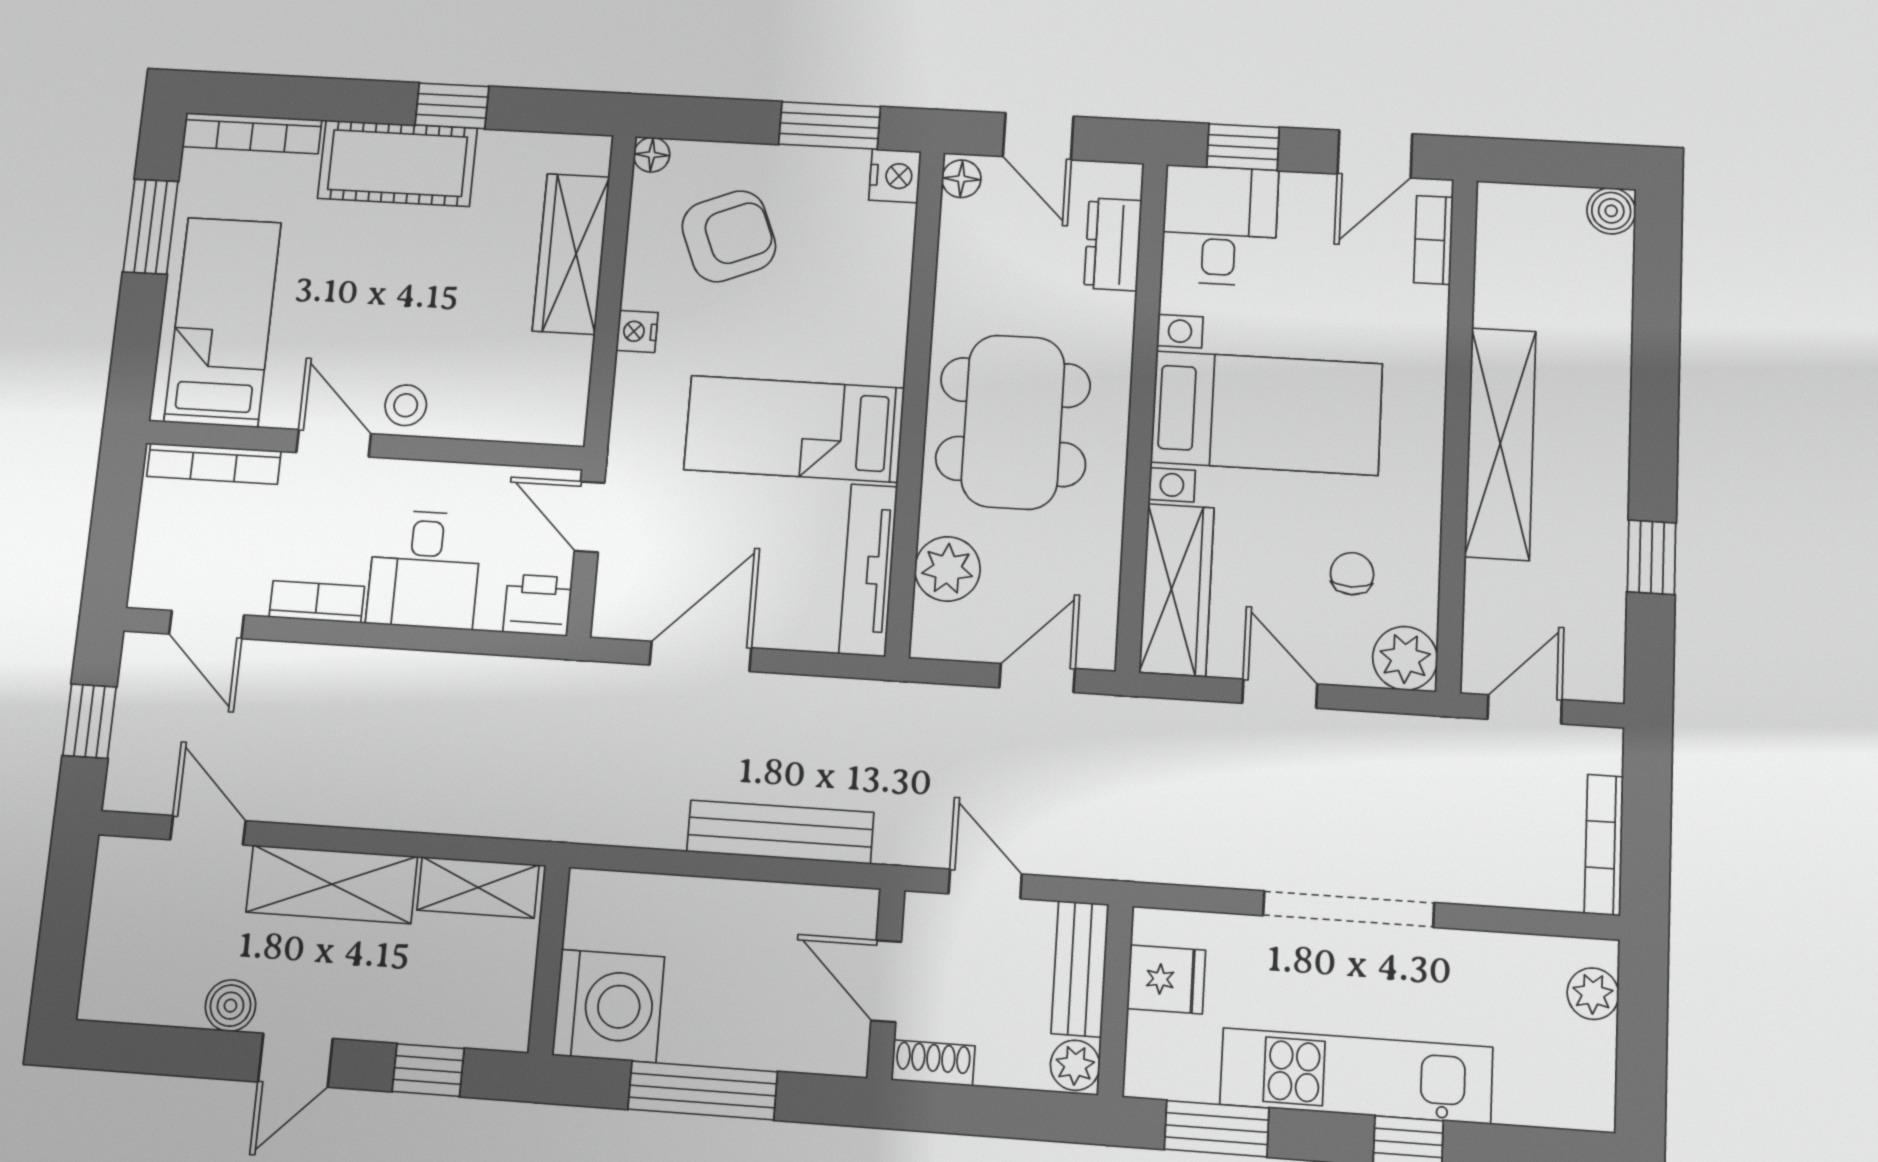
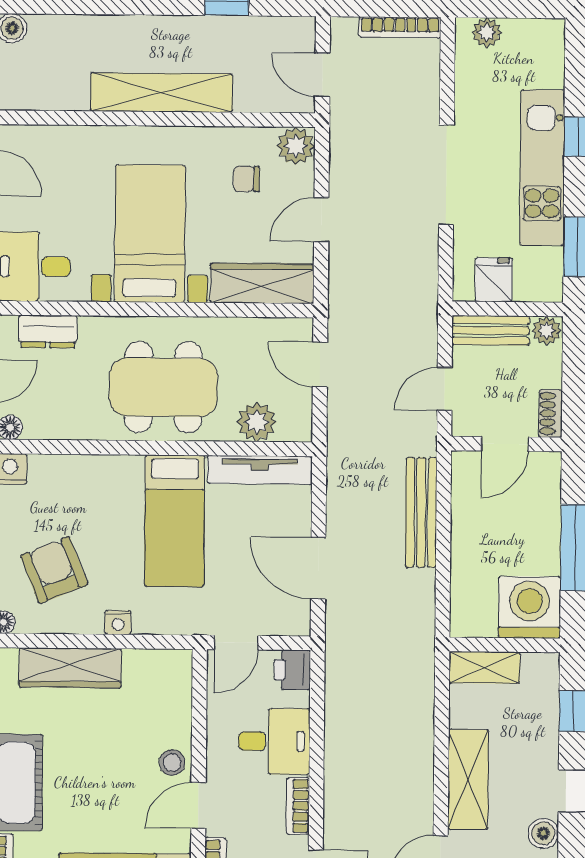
bookcase: (1433, 240) -> (36, 136), removed
shelving: (478, 887) -> (484, 668), moved, turned 90

